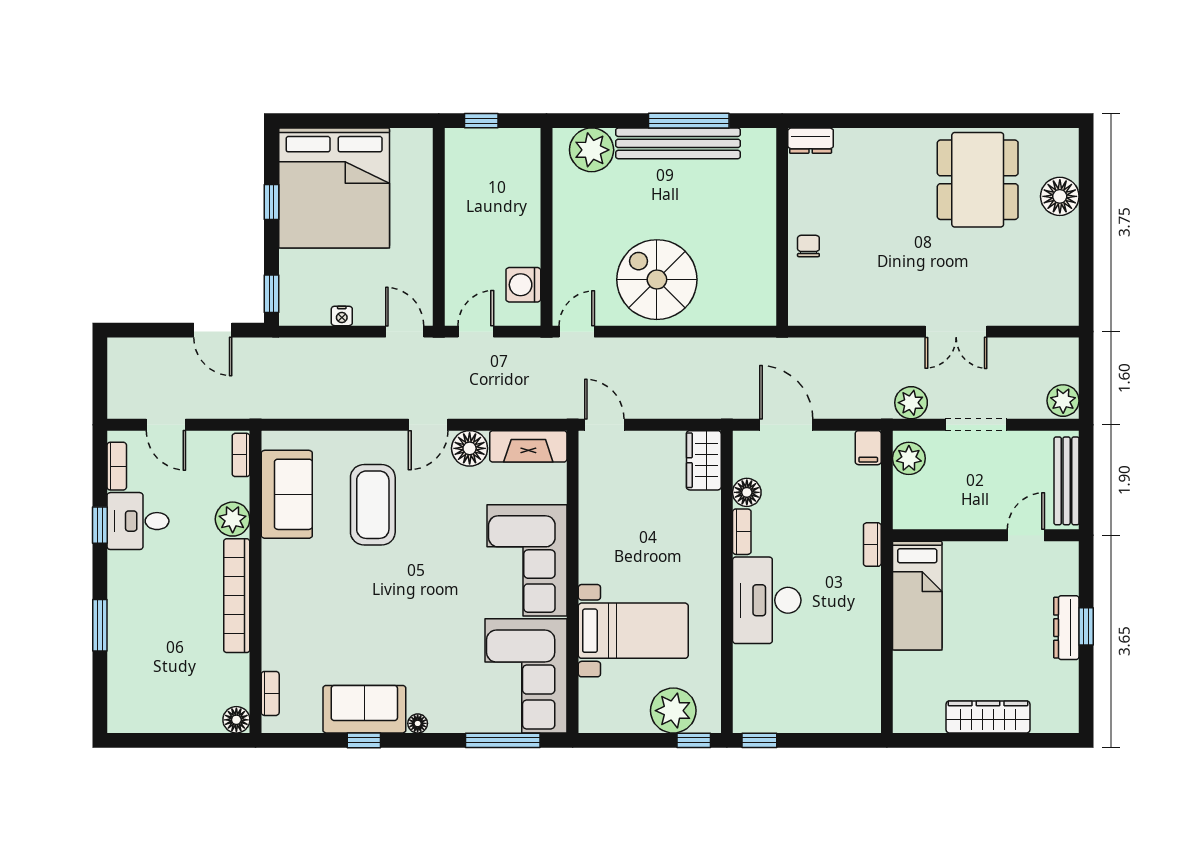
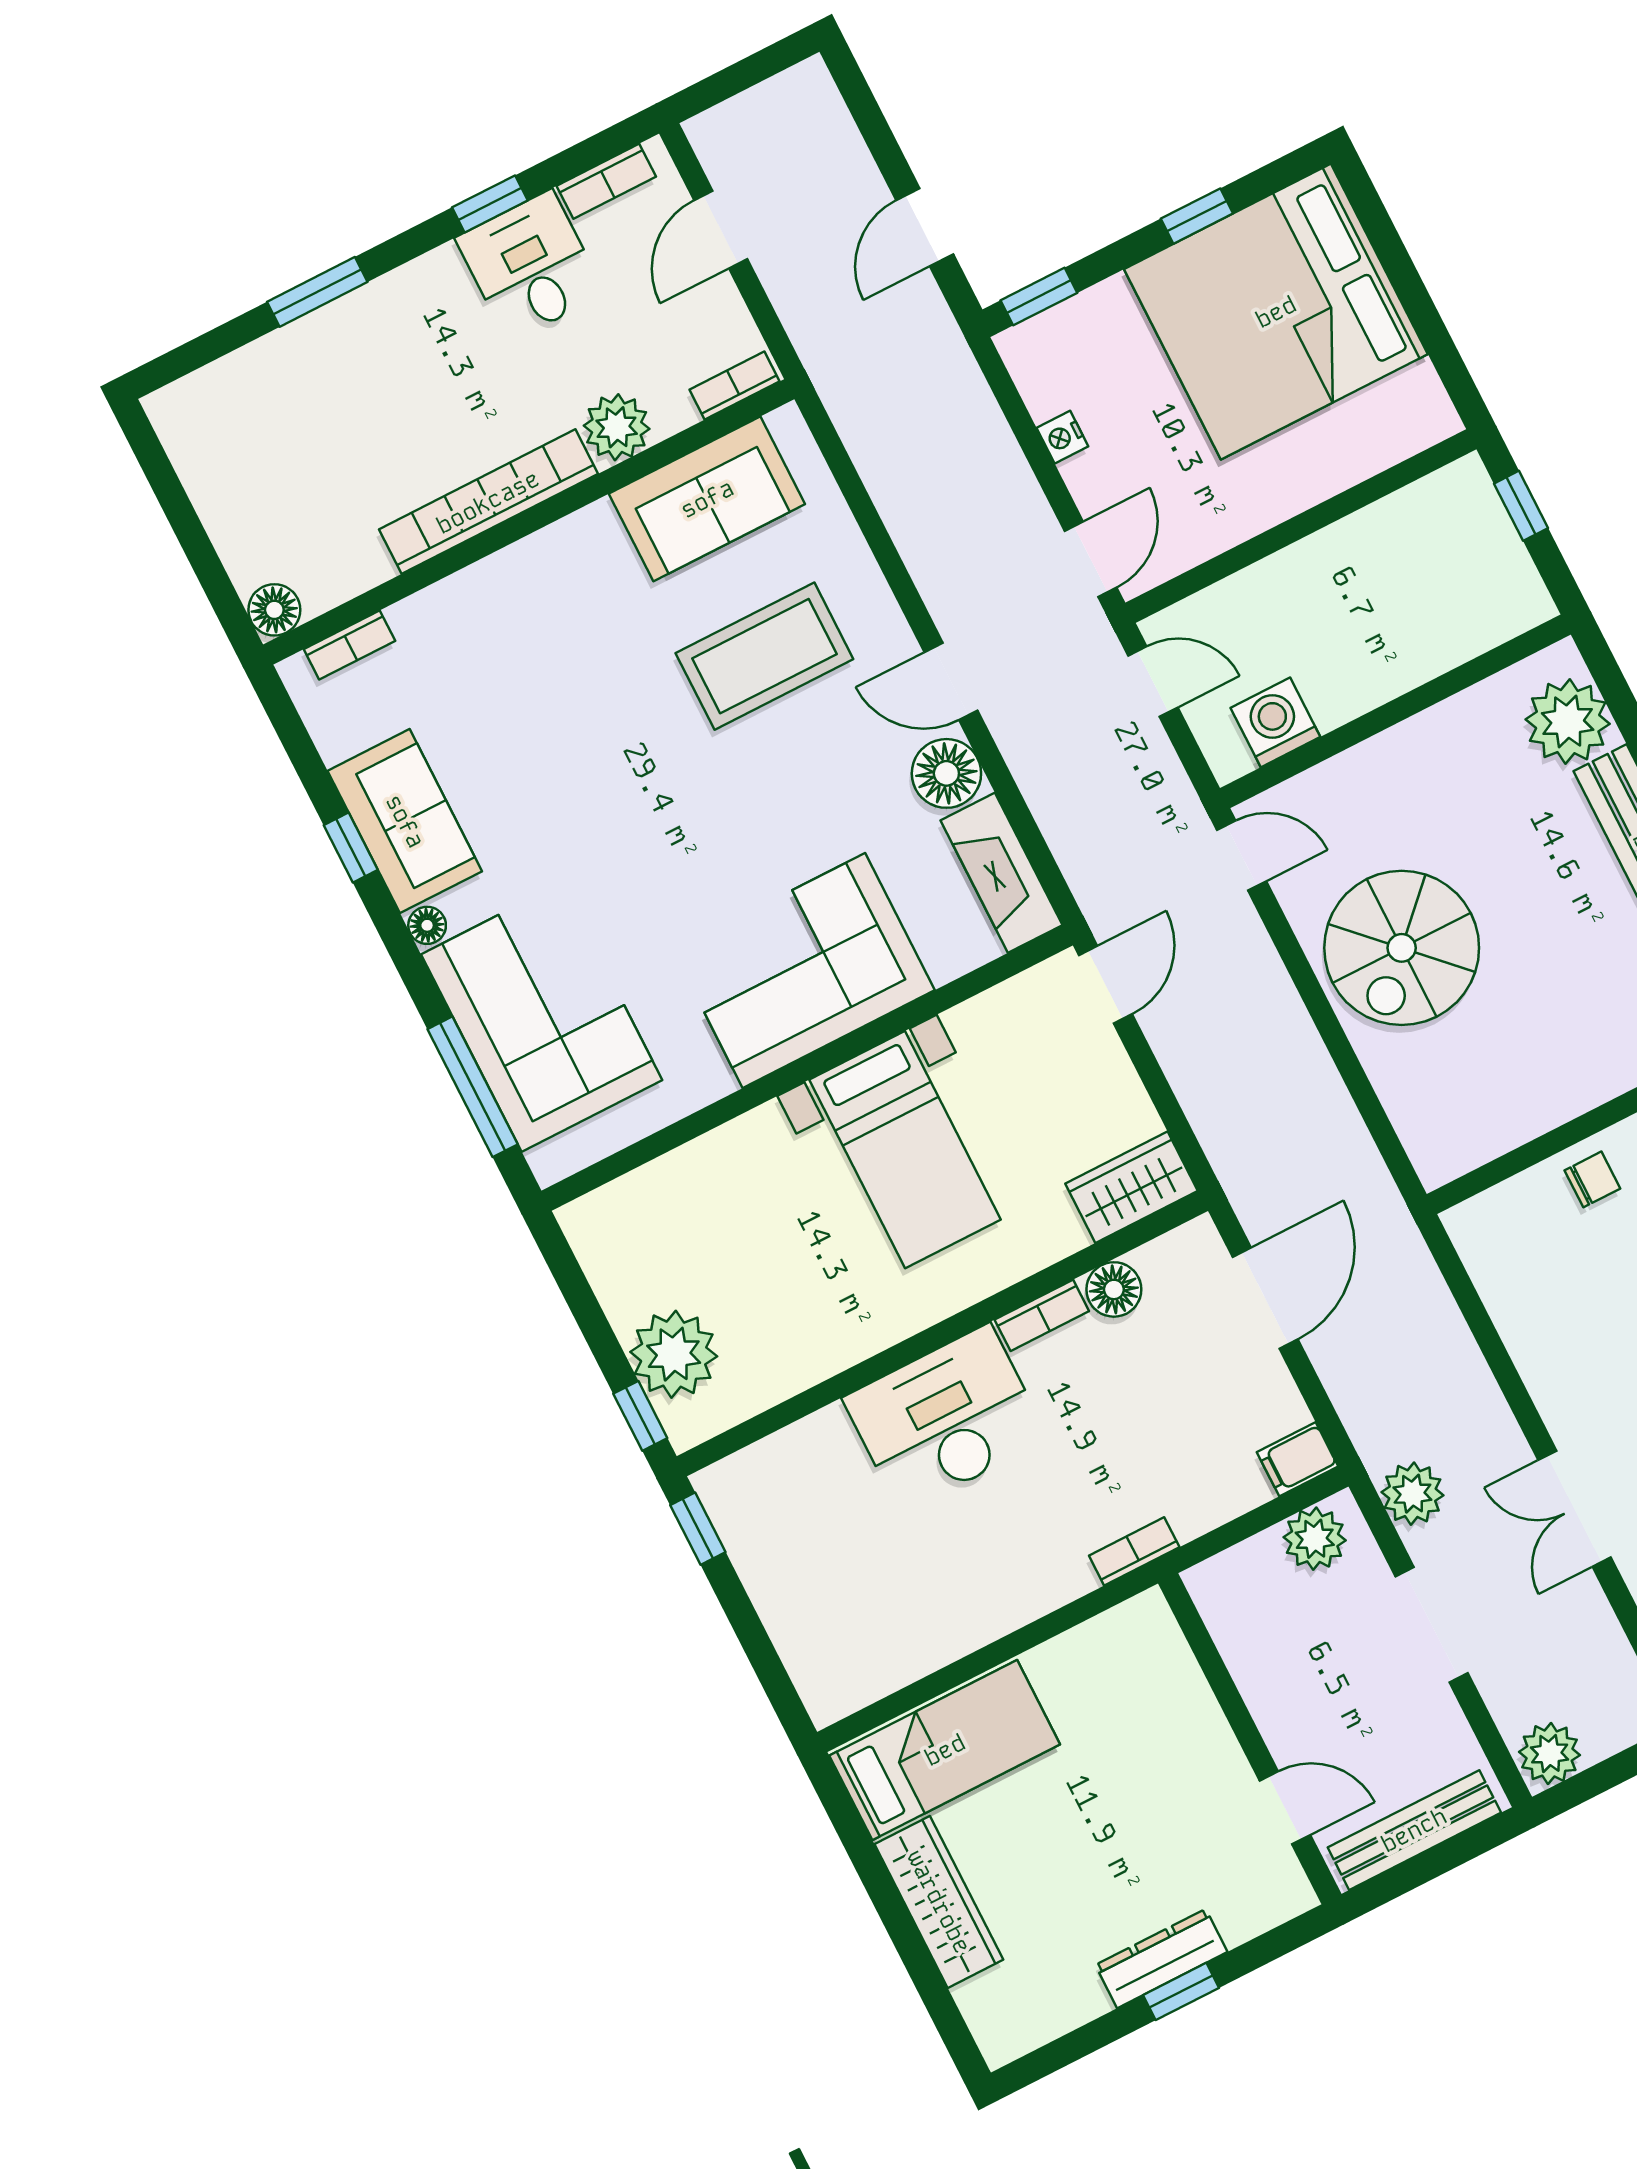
spiral stairs: (657, 280) -> (1402, 948), turned 180
bed: (917, 596) -> (945, 1750), moved, turned 180
bed with nightstands: (633, 631) -> (905, 1150), moved
corner sofa: (526, 676) -> (542, 1017), moved, turned 90

